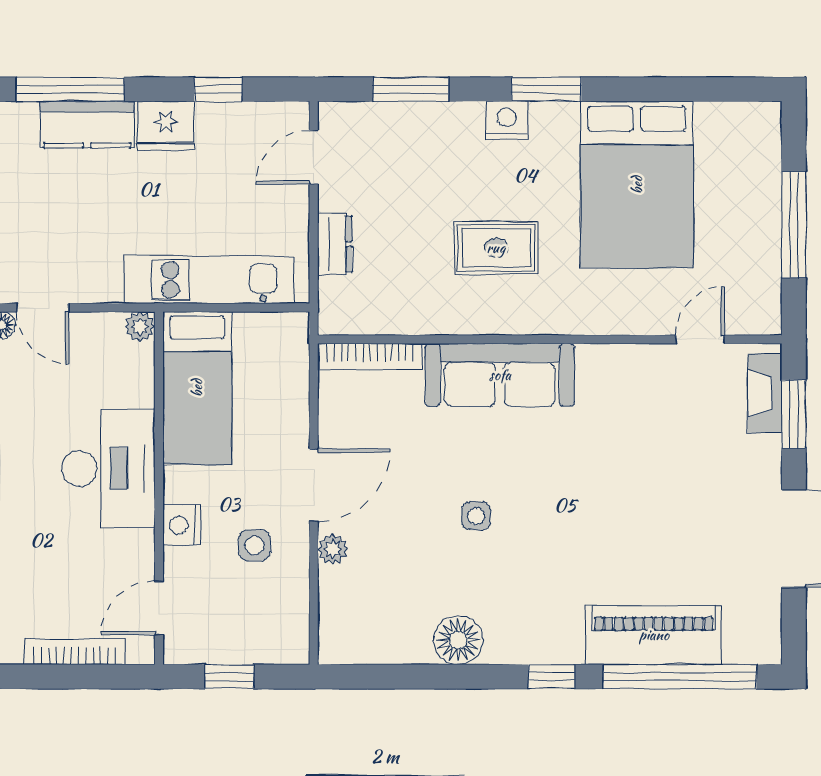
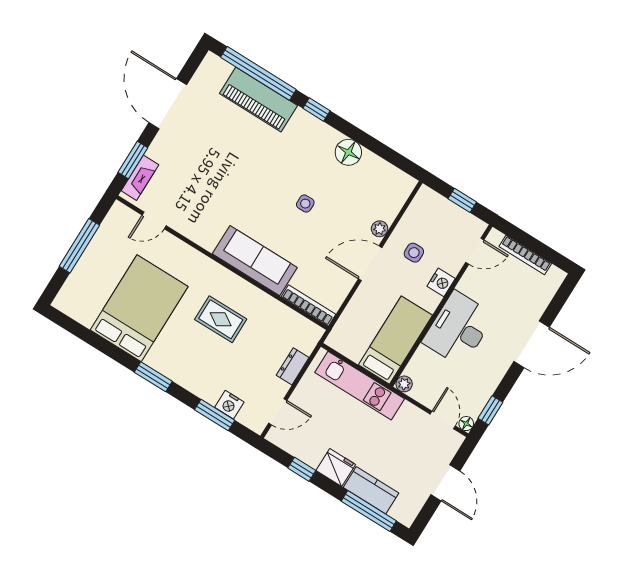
nightstand: (507, 120) -> (229, 405), moved

